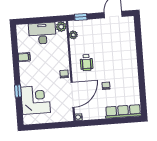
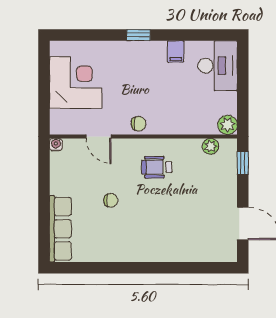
desk: (42, 33) -> (218, 66), moved
window: (18, 91) -> (138, 35), moved
door: (72, 95) -> (99, 136), width x0.53
corner desk: (36, 100) -> (76, 83), moved, turned -90

